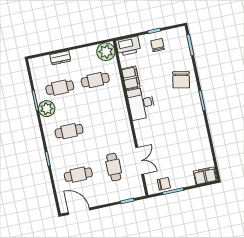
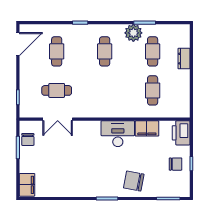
plant: (106, 52) -> (180, 108), removed

